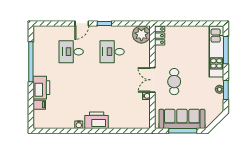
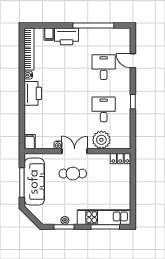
door: (82, 23) -> (133, 61), moved
plant: (141, 34) -> (101, 140), moved
filing cabinet: (143, 123) -> (30, 142), added
bookcase: (54, 124) -> (29, 49), added

